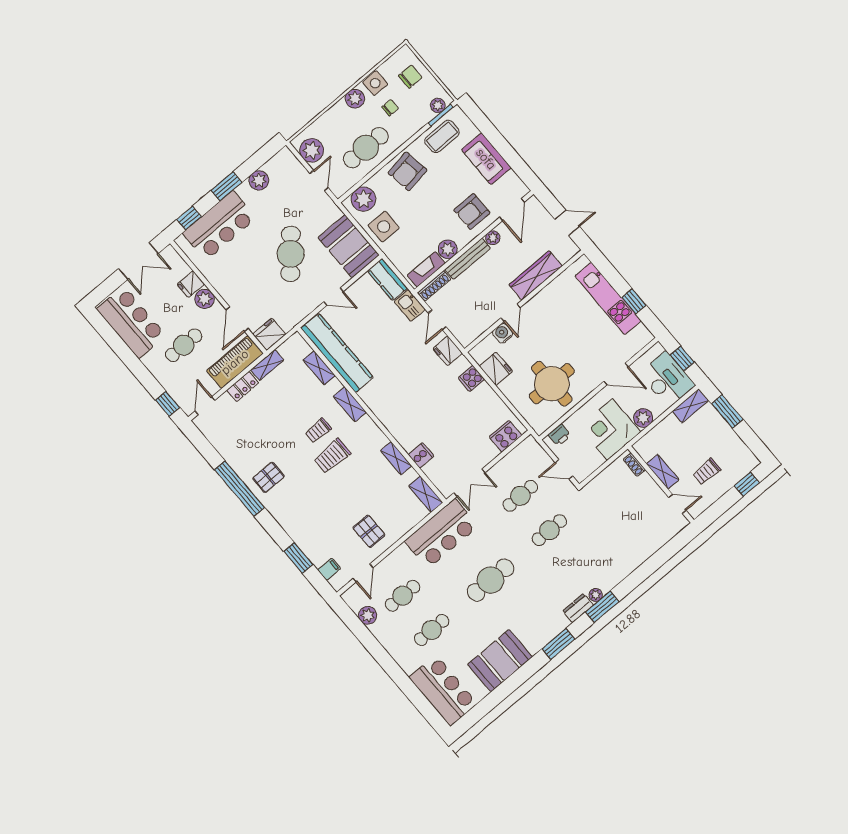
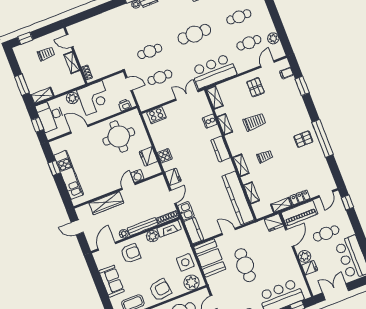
cafe table: (291, 254) -> (245, 265), turned -41
kitchen counter: (390, 418) -> (220, 149), added
trolley: (332, 456) -> (254, 122), moved

